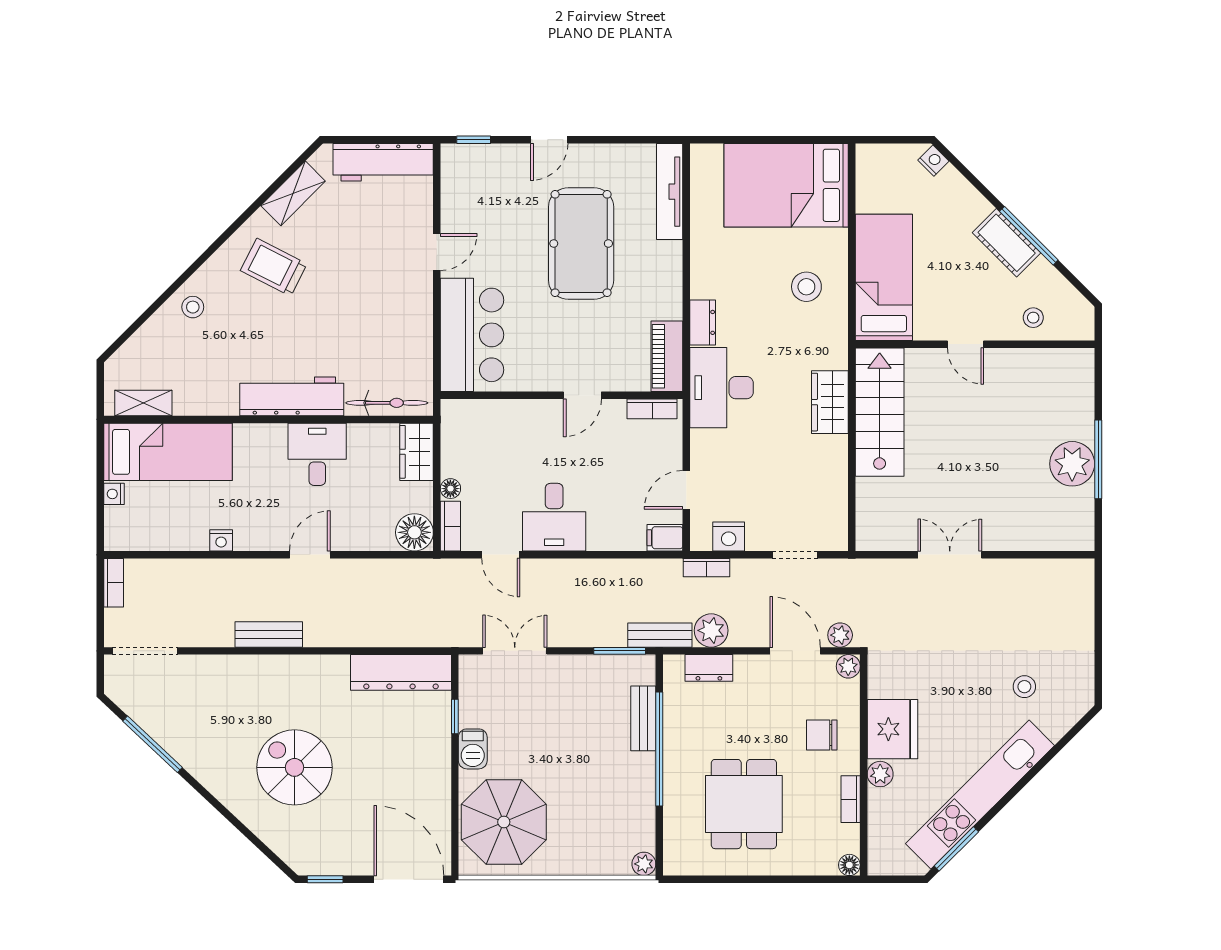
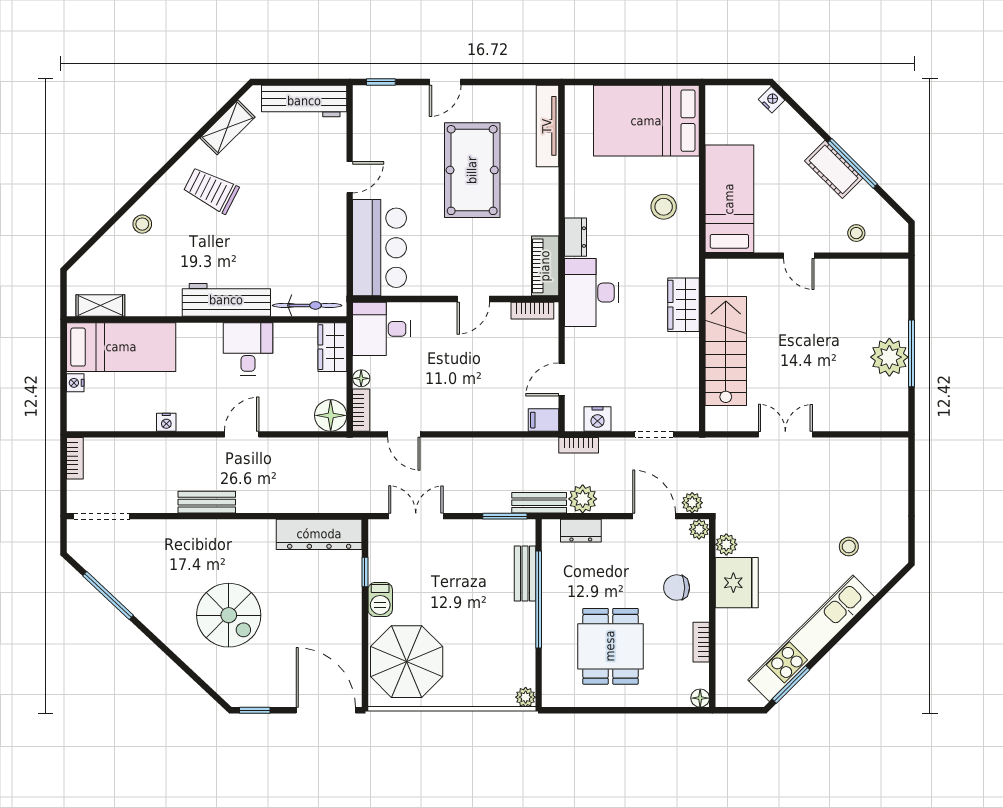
stairs: (880, 412) -> (726, 351), moved
desk: (554, 517) -> (382, 329), moved, turned 90
spiral stairs: (295, 767) -> (229, 615), turned 180
plant: (880, 774) -> (726, 544), moved

